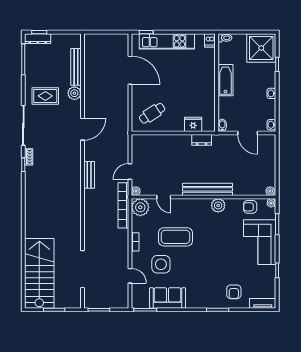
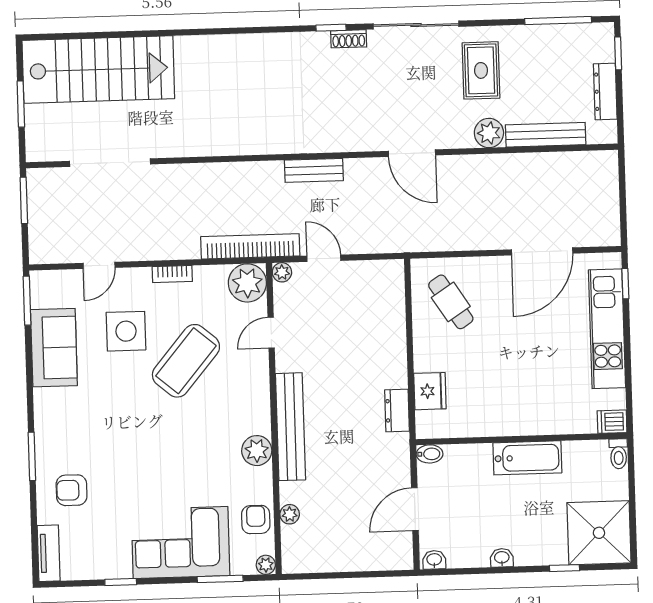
dresser: (38, 39) -> (605, 91), moved
plant: (270, 191) -> (290, 514), moved
coffee table: (176, 237) -> (186, 361), turned 40

